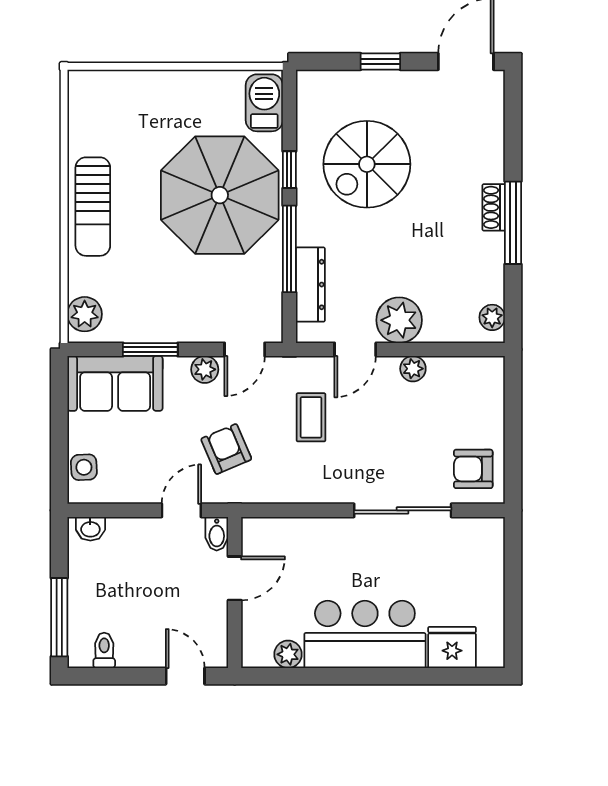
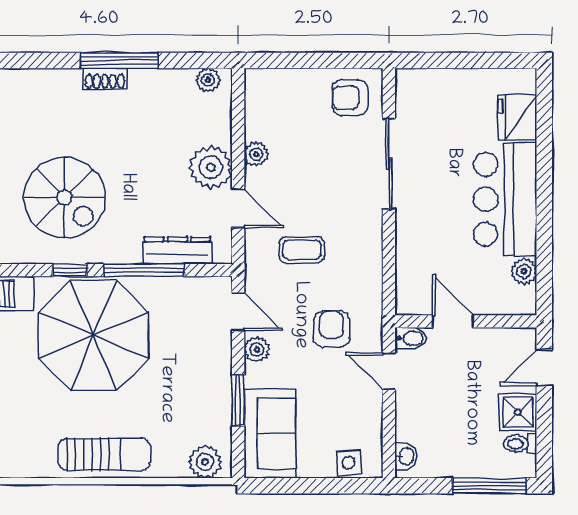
armchair: (226, 449) -> (331, 329), turned 113
armchair: (473, 469) -> (350, 98), turned 90
shower: (138, 648) -> (518, 412), added

